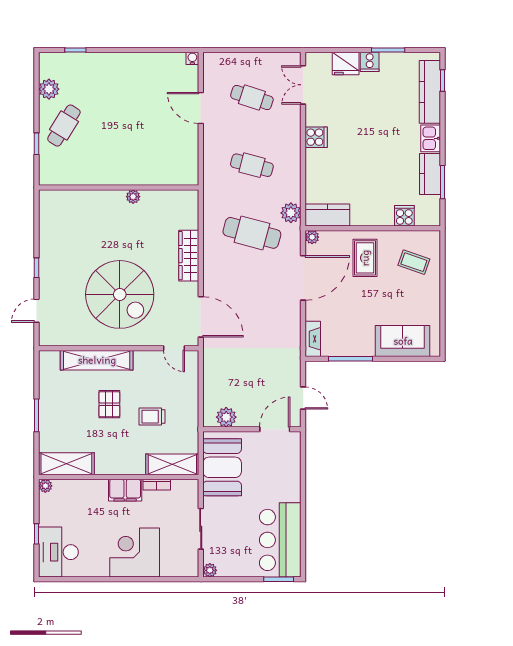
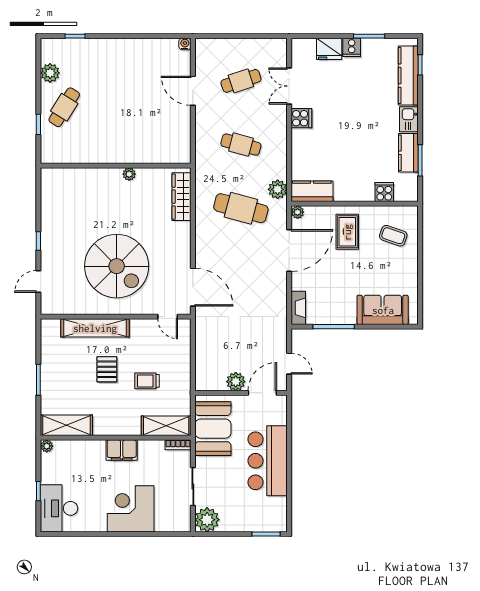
double door: (303, 85) -> (289, 86), moved
cafe table: (252, 97) -> (241, 81), turned -36
wardrobe: (189, 256) -> (182, 197), moved
plant: (226, 417) -> (236, 382), moved
bookcase: (157, 485) -> (178, 445), moved
bar counter: (280, 540) -> (268, 461), moved
plant: (210, 570) -> (207, 520), width x1.87, depth x1.87

